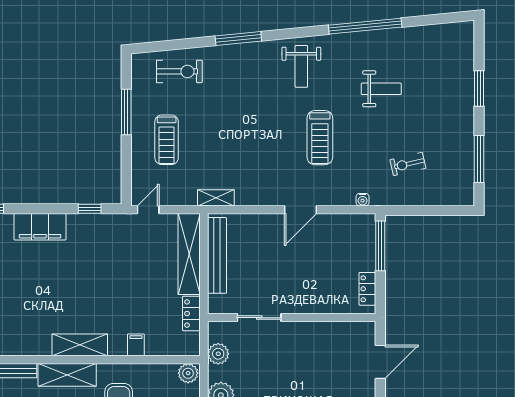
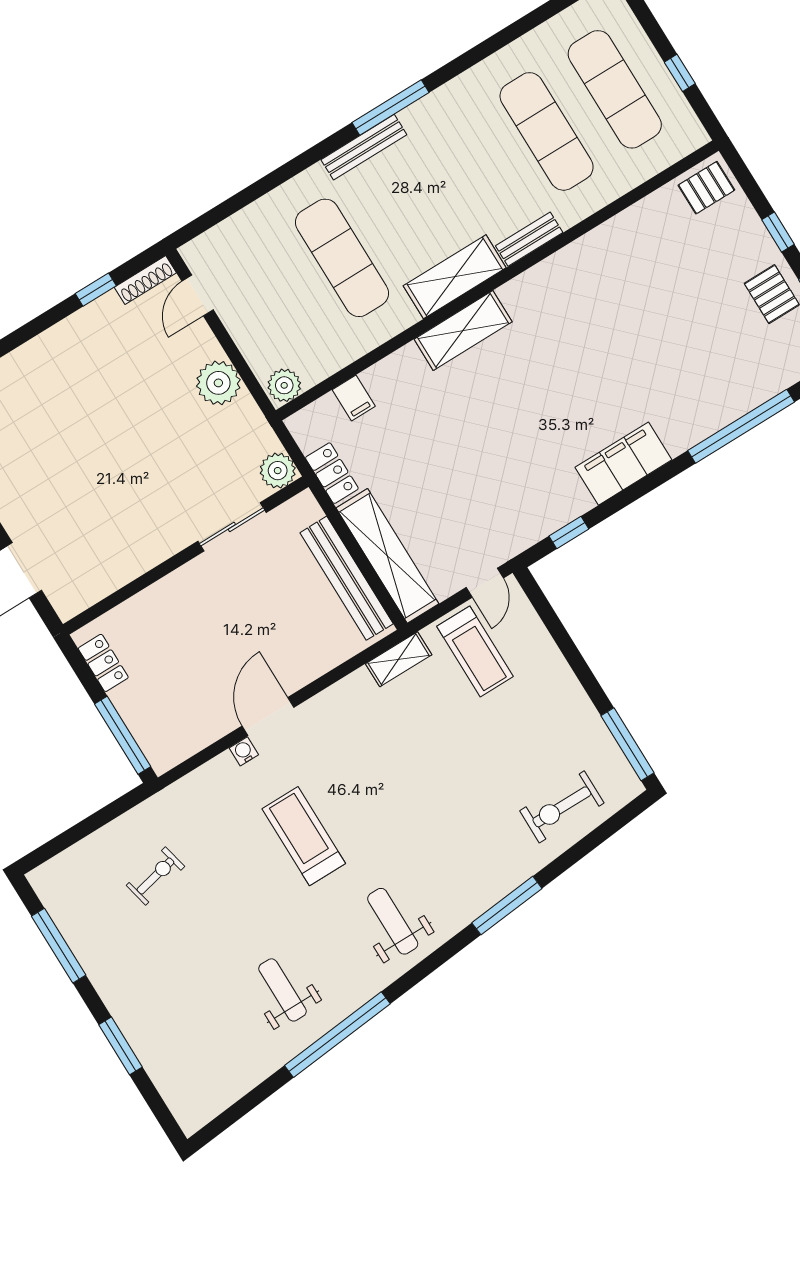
weight bench: (381, 89) -> (283, 990), moved, turned 90
window: (126, 112) -> (627, 744), moved
treadmill: (167, 140) -> (475, 651), moved, turned 180
water cooler: (363, 200) -> (244, 751), moved
filing cabinet: (136, 345) -> (354, 398), moved
plant: (218, 354) -> (278, 471), moved

